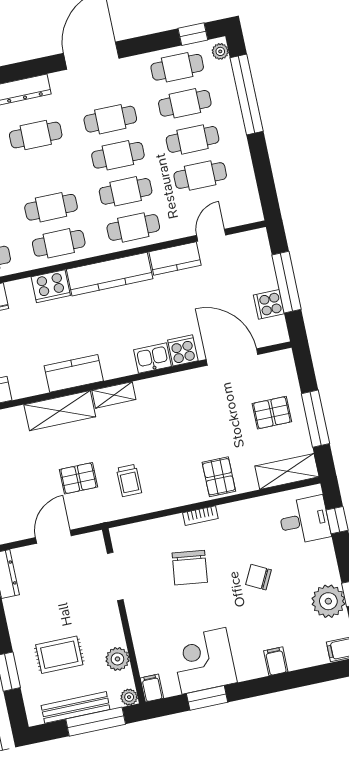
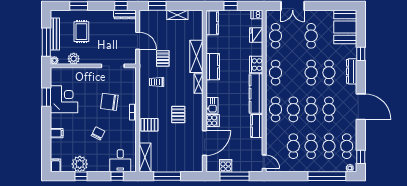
cafe table: (51, 207) -> (311, 73), moved
door: (211, 235) -> (264, 162), moved
pallet: (272, 413) -> (178, 114), moved
filing cabinet: (152, 688) -> (56, 72), removed

